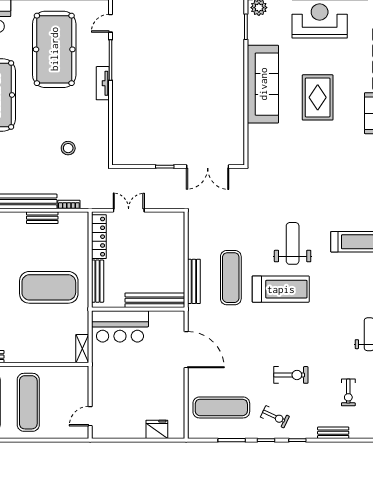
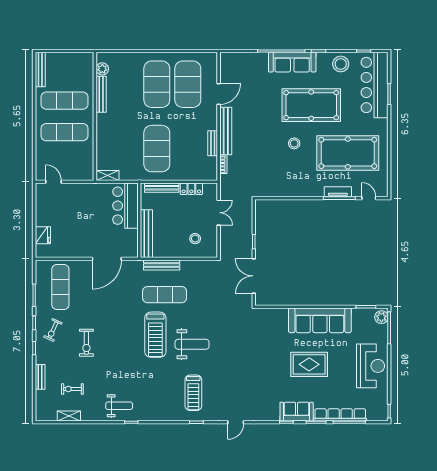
tv unit: (103, 83) -> (338, 192), moved
stool: (68, 148) -> (294, 143), moved
locker: (99, 237) -> (191, 189), width x0.66
stool: (161, 240) -> (195, 239), added

